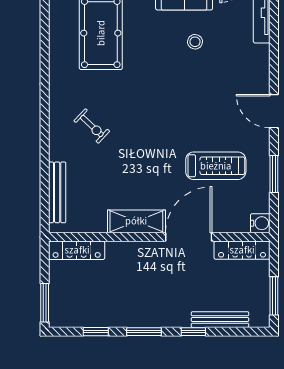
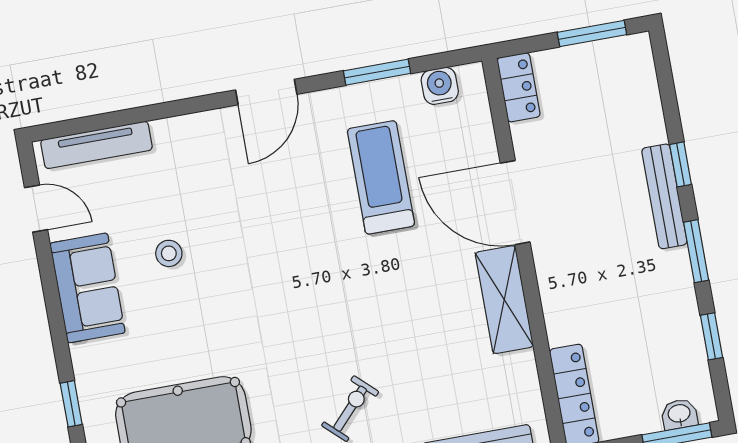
water cooler: (260, 223) -> (440, 86), moved
locker: (242, 250) -> (519, 87), width x0.66
washbasin: (56, 306) -> (679, 414), added
bench: (220, 320) -> (664, 196), moved

